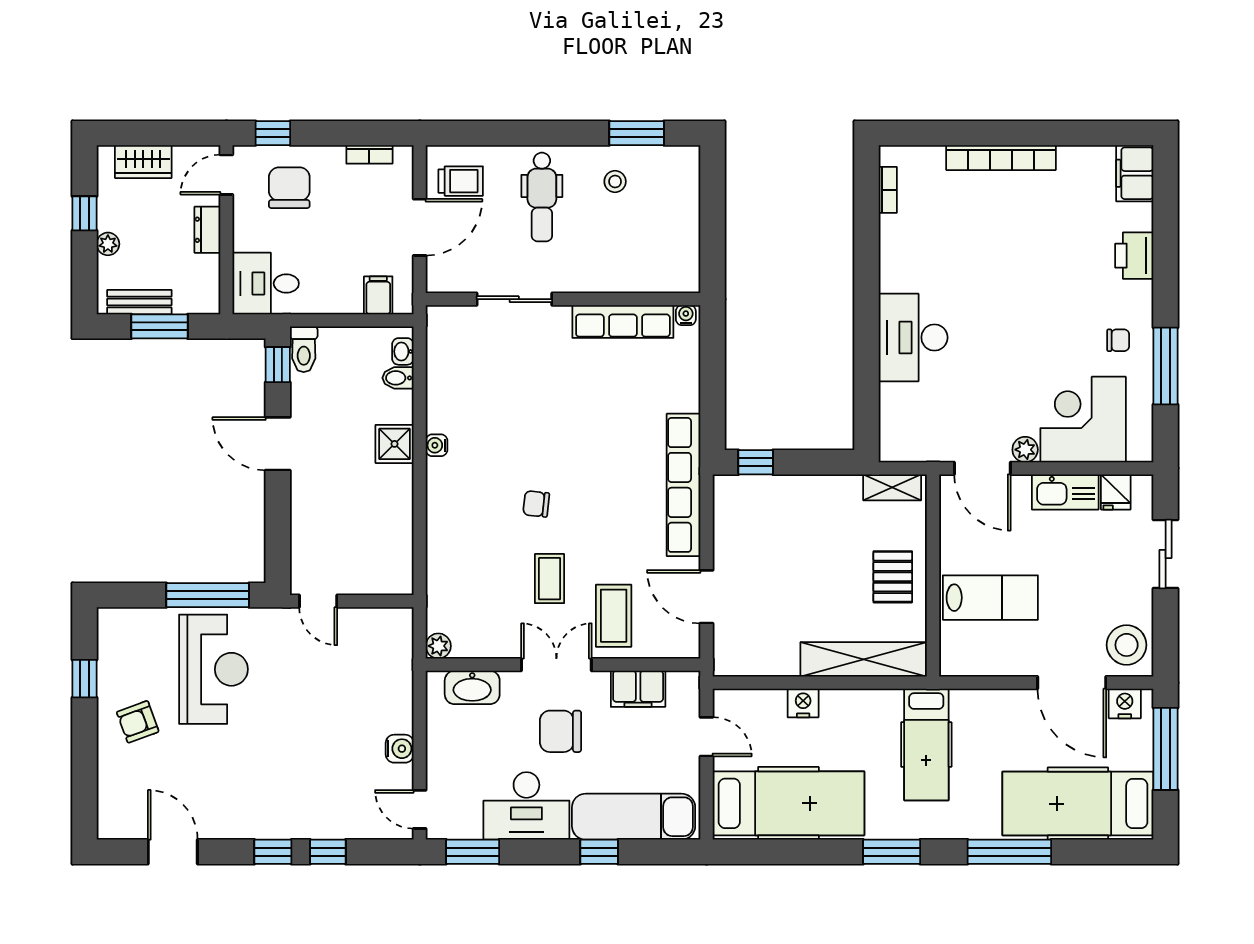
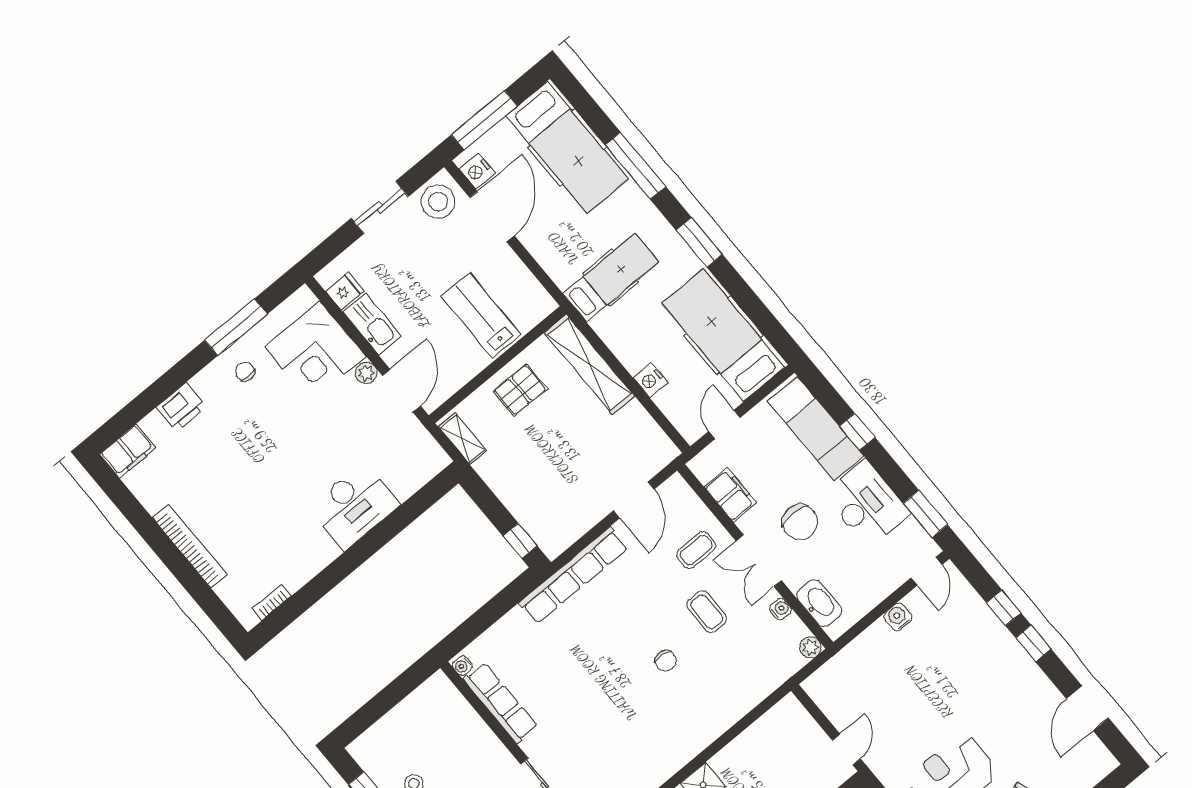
water cooler: (437, 445) -> (780, 609), moved, turned -90
sliding door: (1166, 554) -> (380, 207), moved
coffee table: (550, 579) -> (707, 612), turned 90
coffee table: (614, 616) -> (696, 550), width x0.73, depth x0.77

